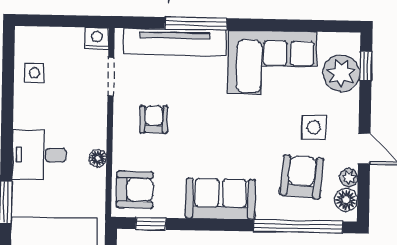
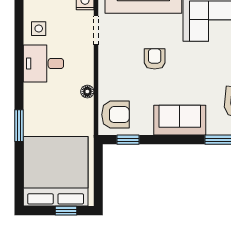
armchair: (154, 119) -> (155, 59), moved
desk: (39, 155) -> (43, 64), moved

